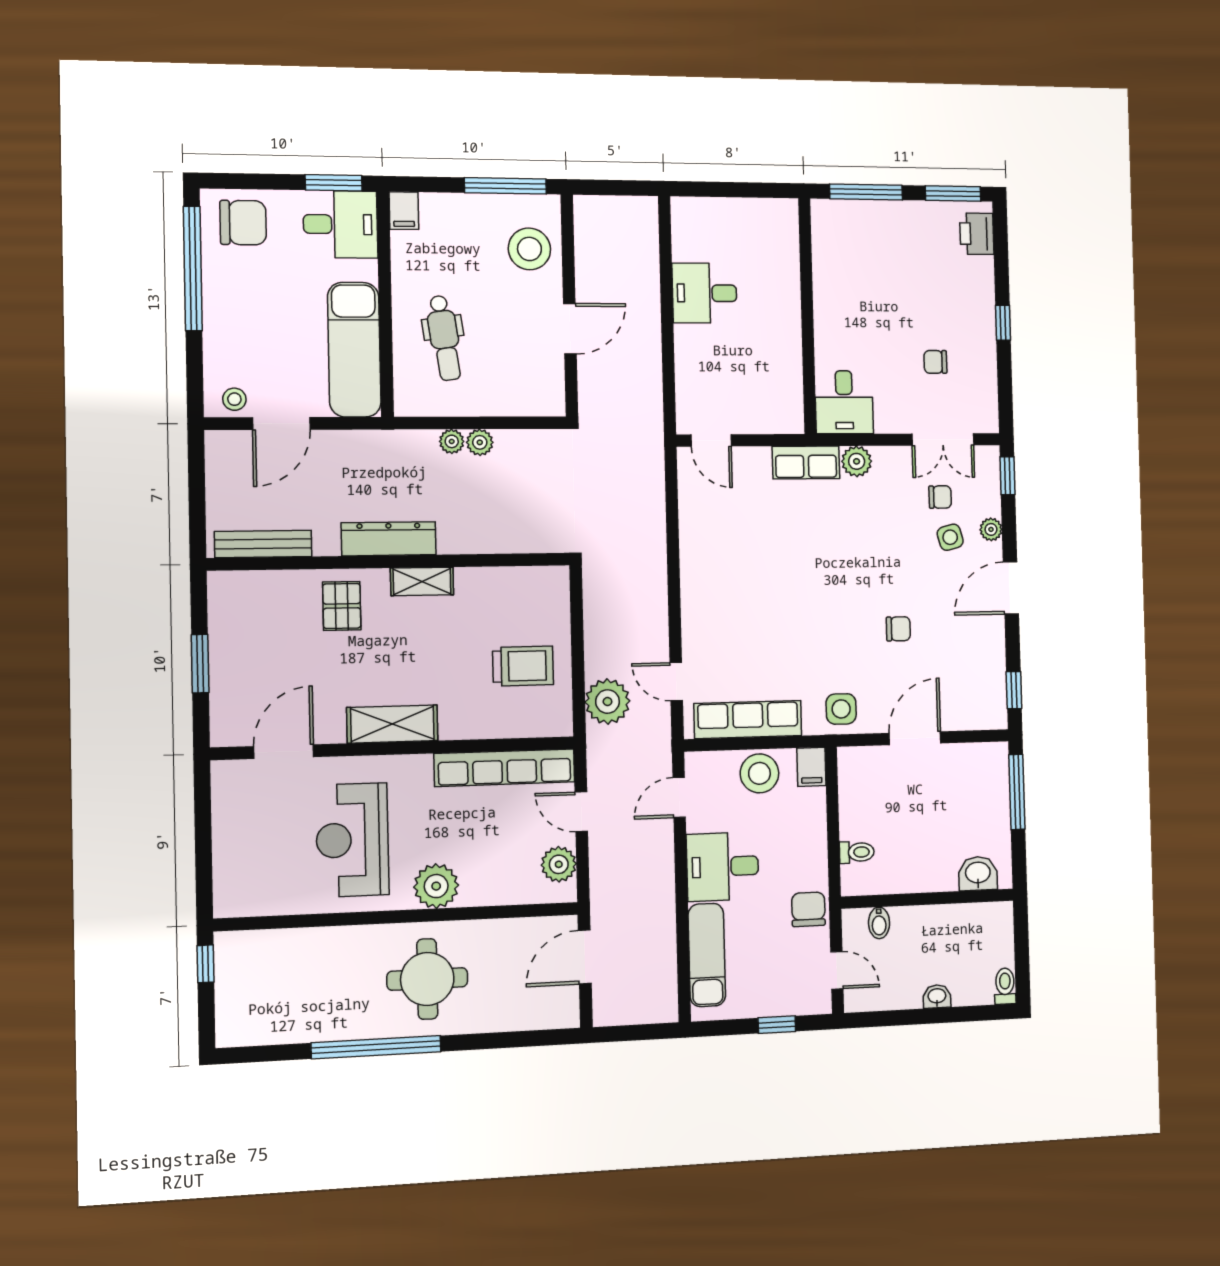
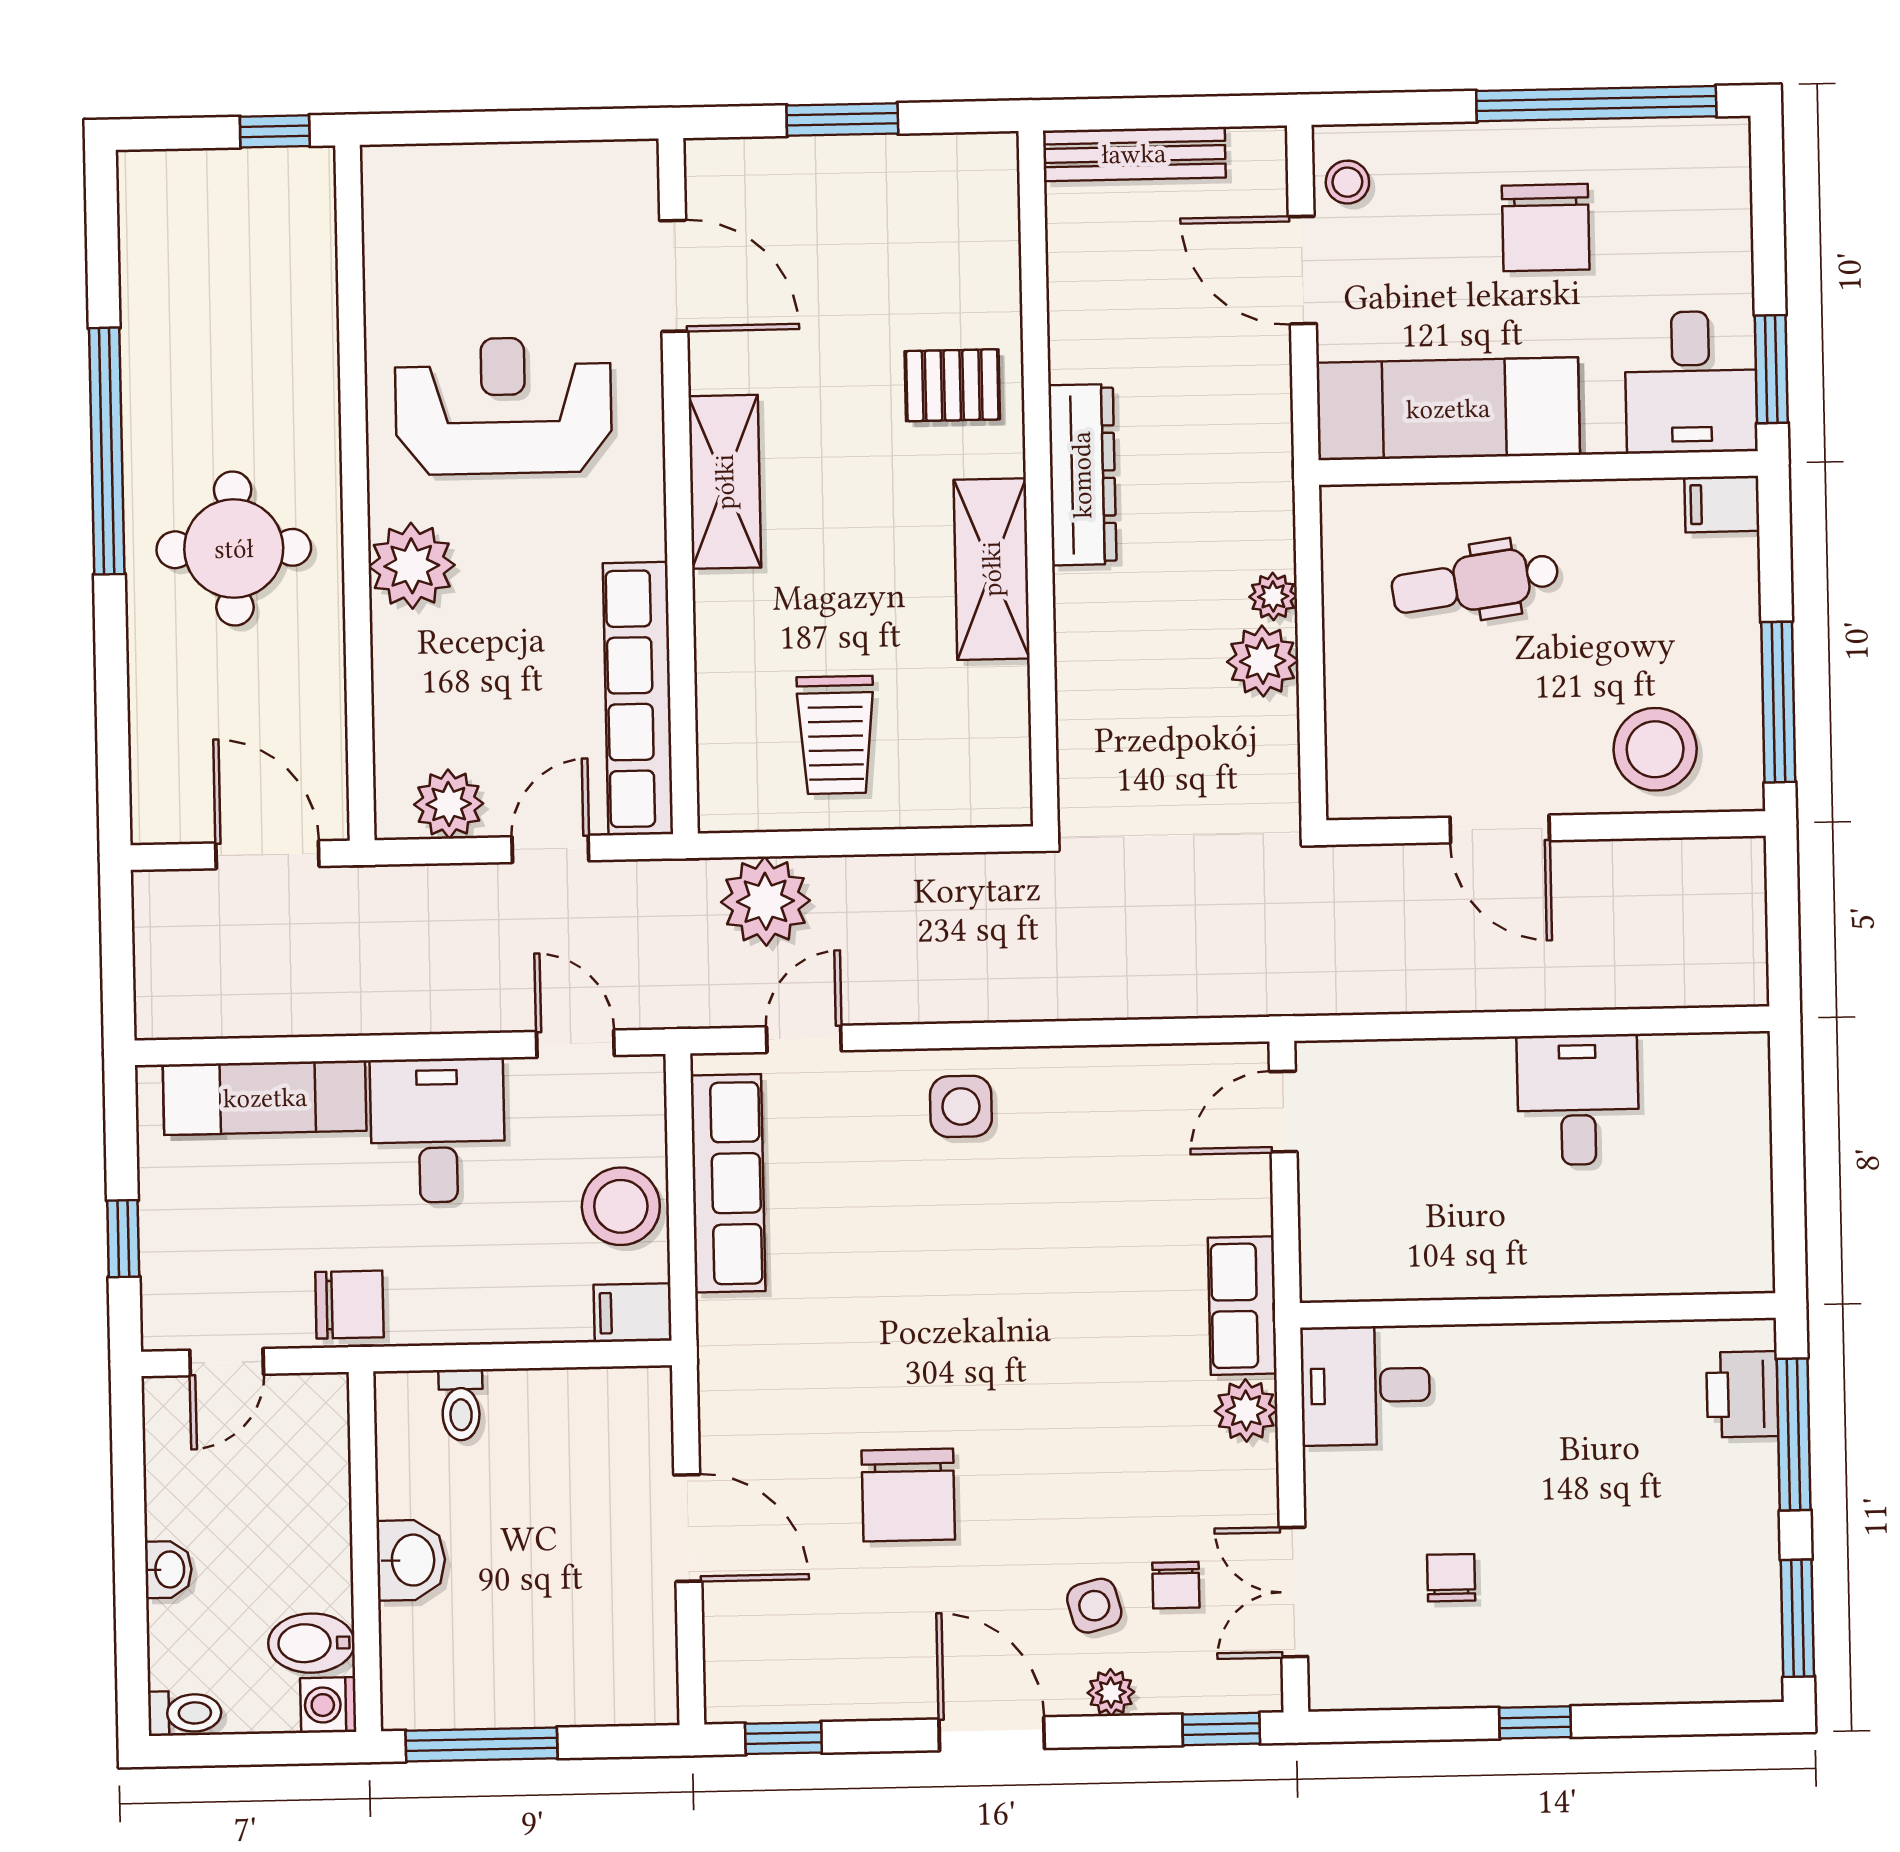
chair: (243, 223) -> (1546, 228), moved
printer: (977, 234) -> (1742, 1394), moved, turned -90
plant: (480, 442) -> (1263, 661), width x1.38, depth x1.38
bench: (263, 544) -> (1134, 154), moved, turned 90
shelving: (422, 581) -> (992, 569), width x1.50, depth x1.33
chair: (898, 629) -> (908, 1495), width x1.87, depth x1.87
side table: (841, 709) -> (961, 1106), moved
window: (1017, 792) -> (482, 1744), moved
washbasin: (978, 873) -> (411, 1560), moved
washing machine: (1000, 915) -> (328, 1705), added
bidet: (879, 923) -> (311, 1643), moved, width x1.38, depth x1.36

